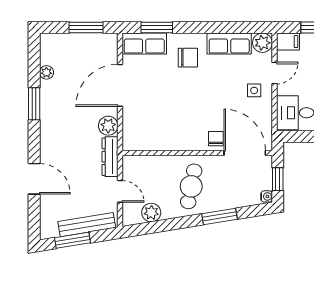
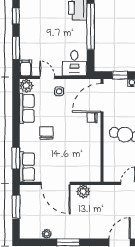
chair: (188, 58) -> (46, 133), moved
dresser: (110, 157) -> (105, 190), removed

